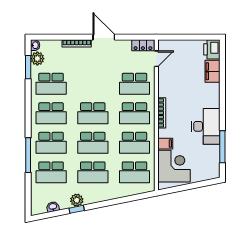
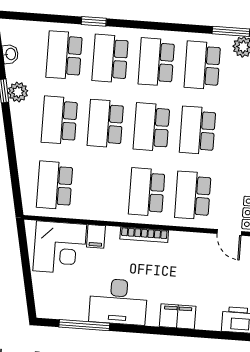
filing cabinet: (212, 71) -> (178, 316), moved
school desk: (134, 143) -> (198, 130), moved
window: (28, 155) -> (94, 21), width x0.46

